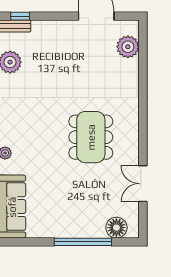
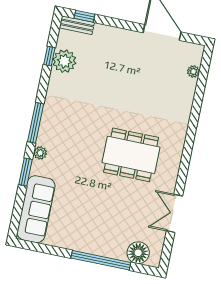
plant: (128, 47) -> (193, 71), width x0.53, depth x0.53
dining table: (91, 137) -> (131, 155), turned 90

